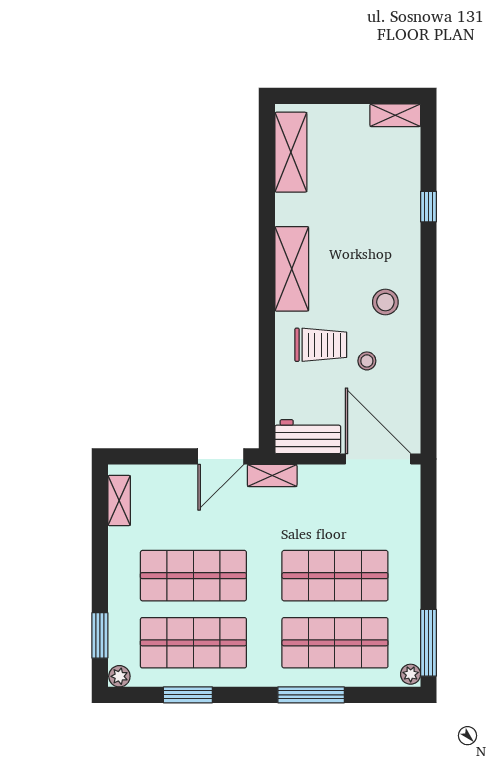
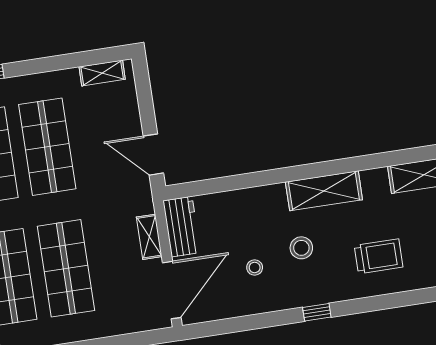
window: (429, 207) -> (317, 312), moved
stool: (385, 302) -> (301, 248), moved
trolley: (321, 345) -> (379, 256), moved, turned -90
shelving: (272, 475) -> (149, 237), moved

